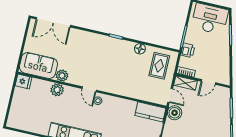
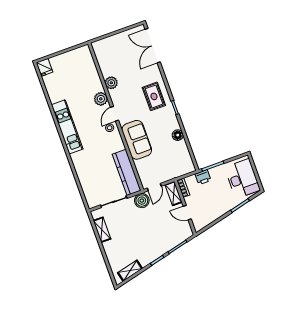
sofa: (38, 66) -> (137, 140), moved
rug: (159, 66) -> (154, 96), moved, turned 90
fridge: (23, 82) -> (45, 67), moved
plant: (57, 90) -> (101, 99), moved
kitchen counter: (150, 112) -> (127, 172), width x1.50

